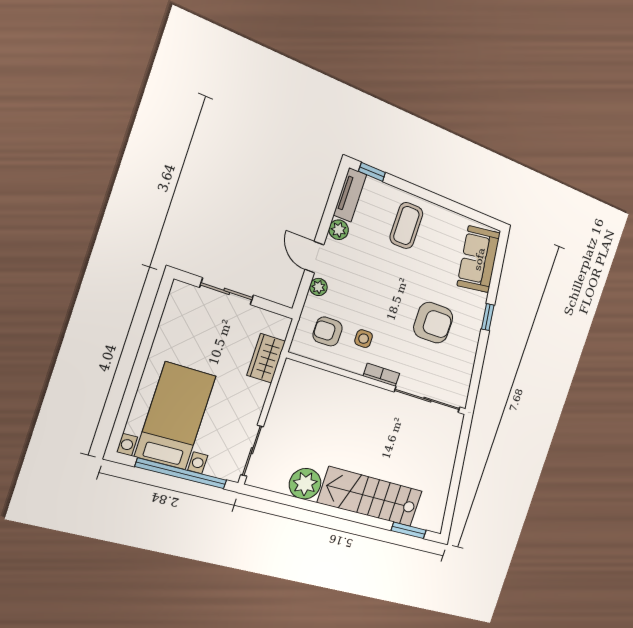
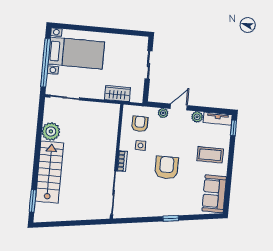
sofa: (479, 259) -> (214, 194), moved, turned -82
armchair: (433, 323) -> (167, 168), moved, turned 180

